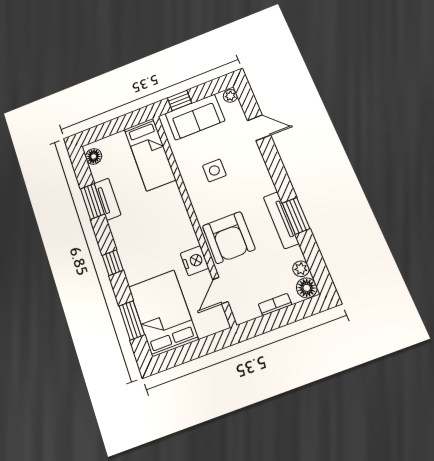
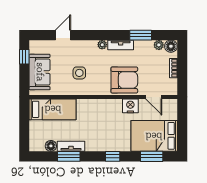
plant: (230, 96) -> (102, 45), moved
window: (180, 100) -> (24, 57), moved
floor lamp: (94, 156) -> (51, 146), moved
window: (296, 216) -> (141, 35), moved
tv unit: (281, 220) -> (121, 45), width x0.71

